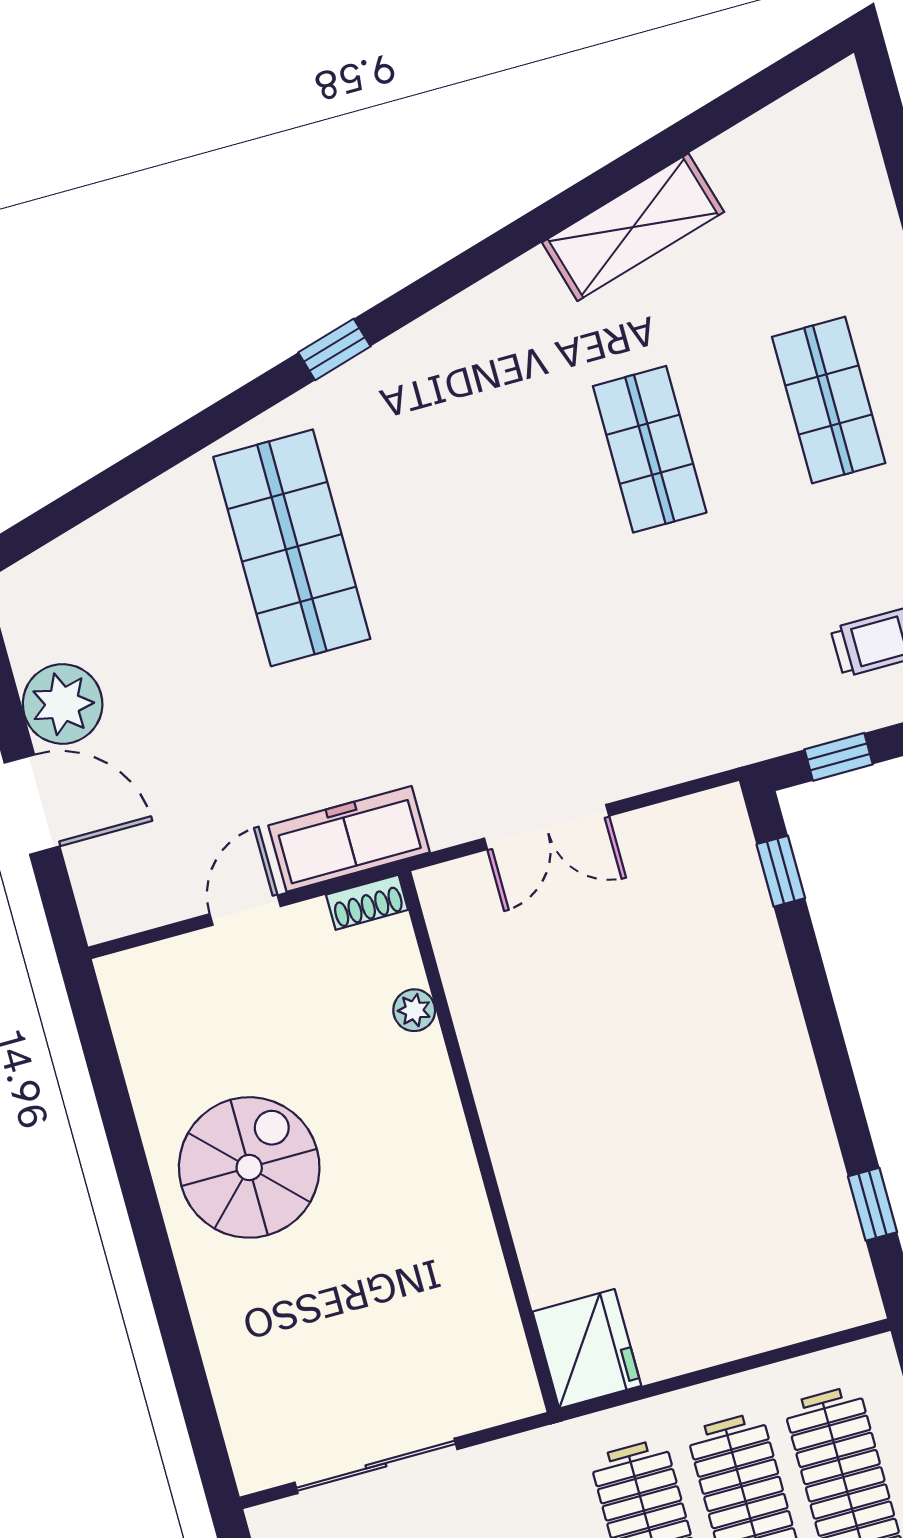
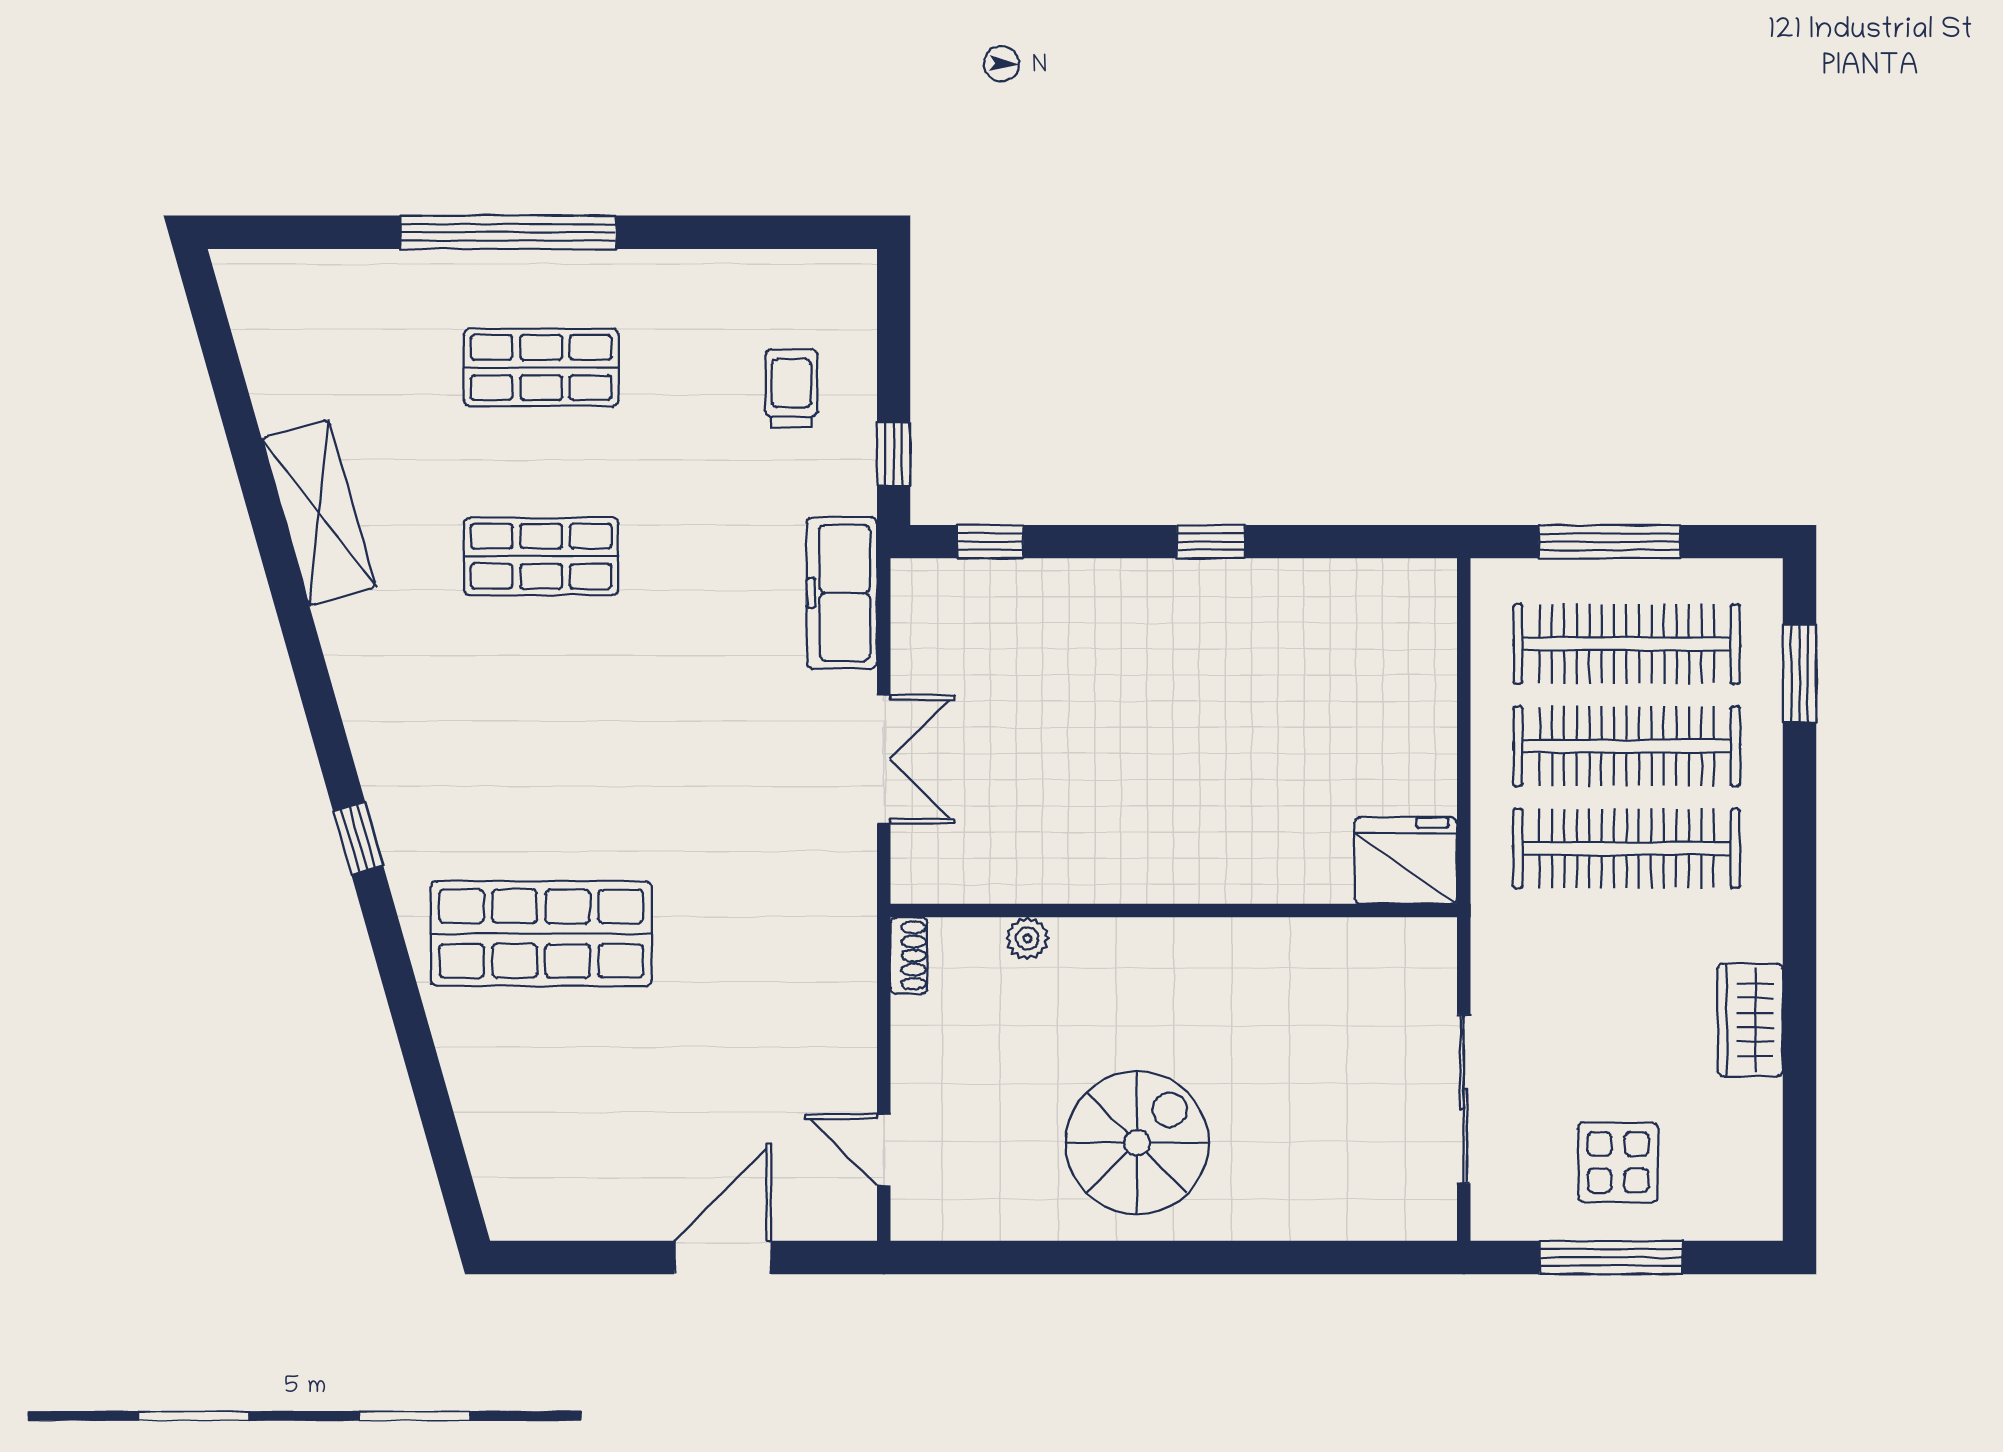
plant: (63, 704) -> (632, 1200), removed
freezer: (349, 839) -> (842, 593), moved
door: (245, 910) -> (884, 1150), moved
spiral stairs: (249, 1167) -> (1137, 1143), turned 90
window: (873, 1204) -> (1211, 542), moved

